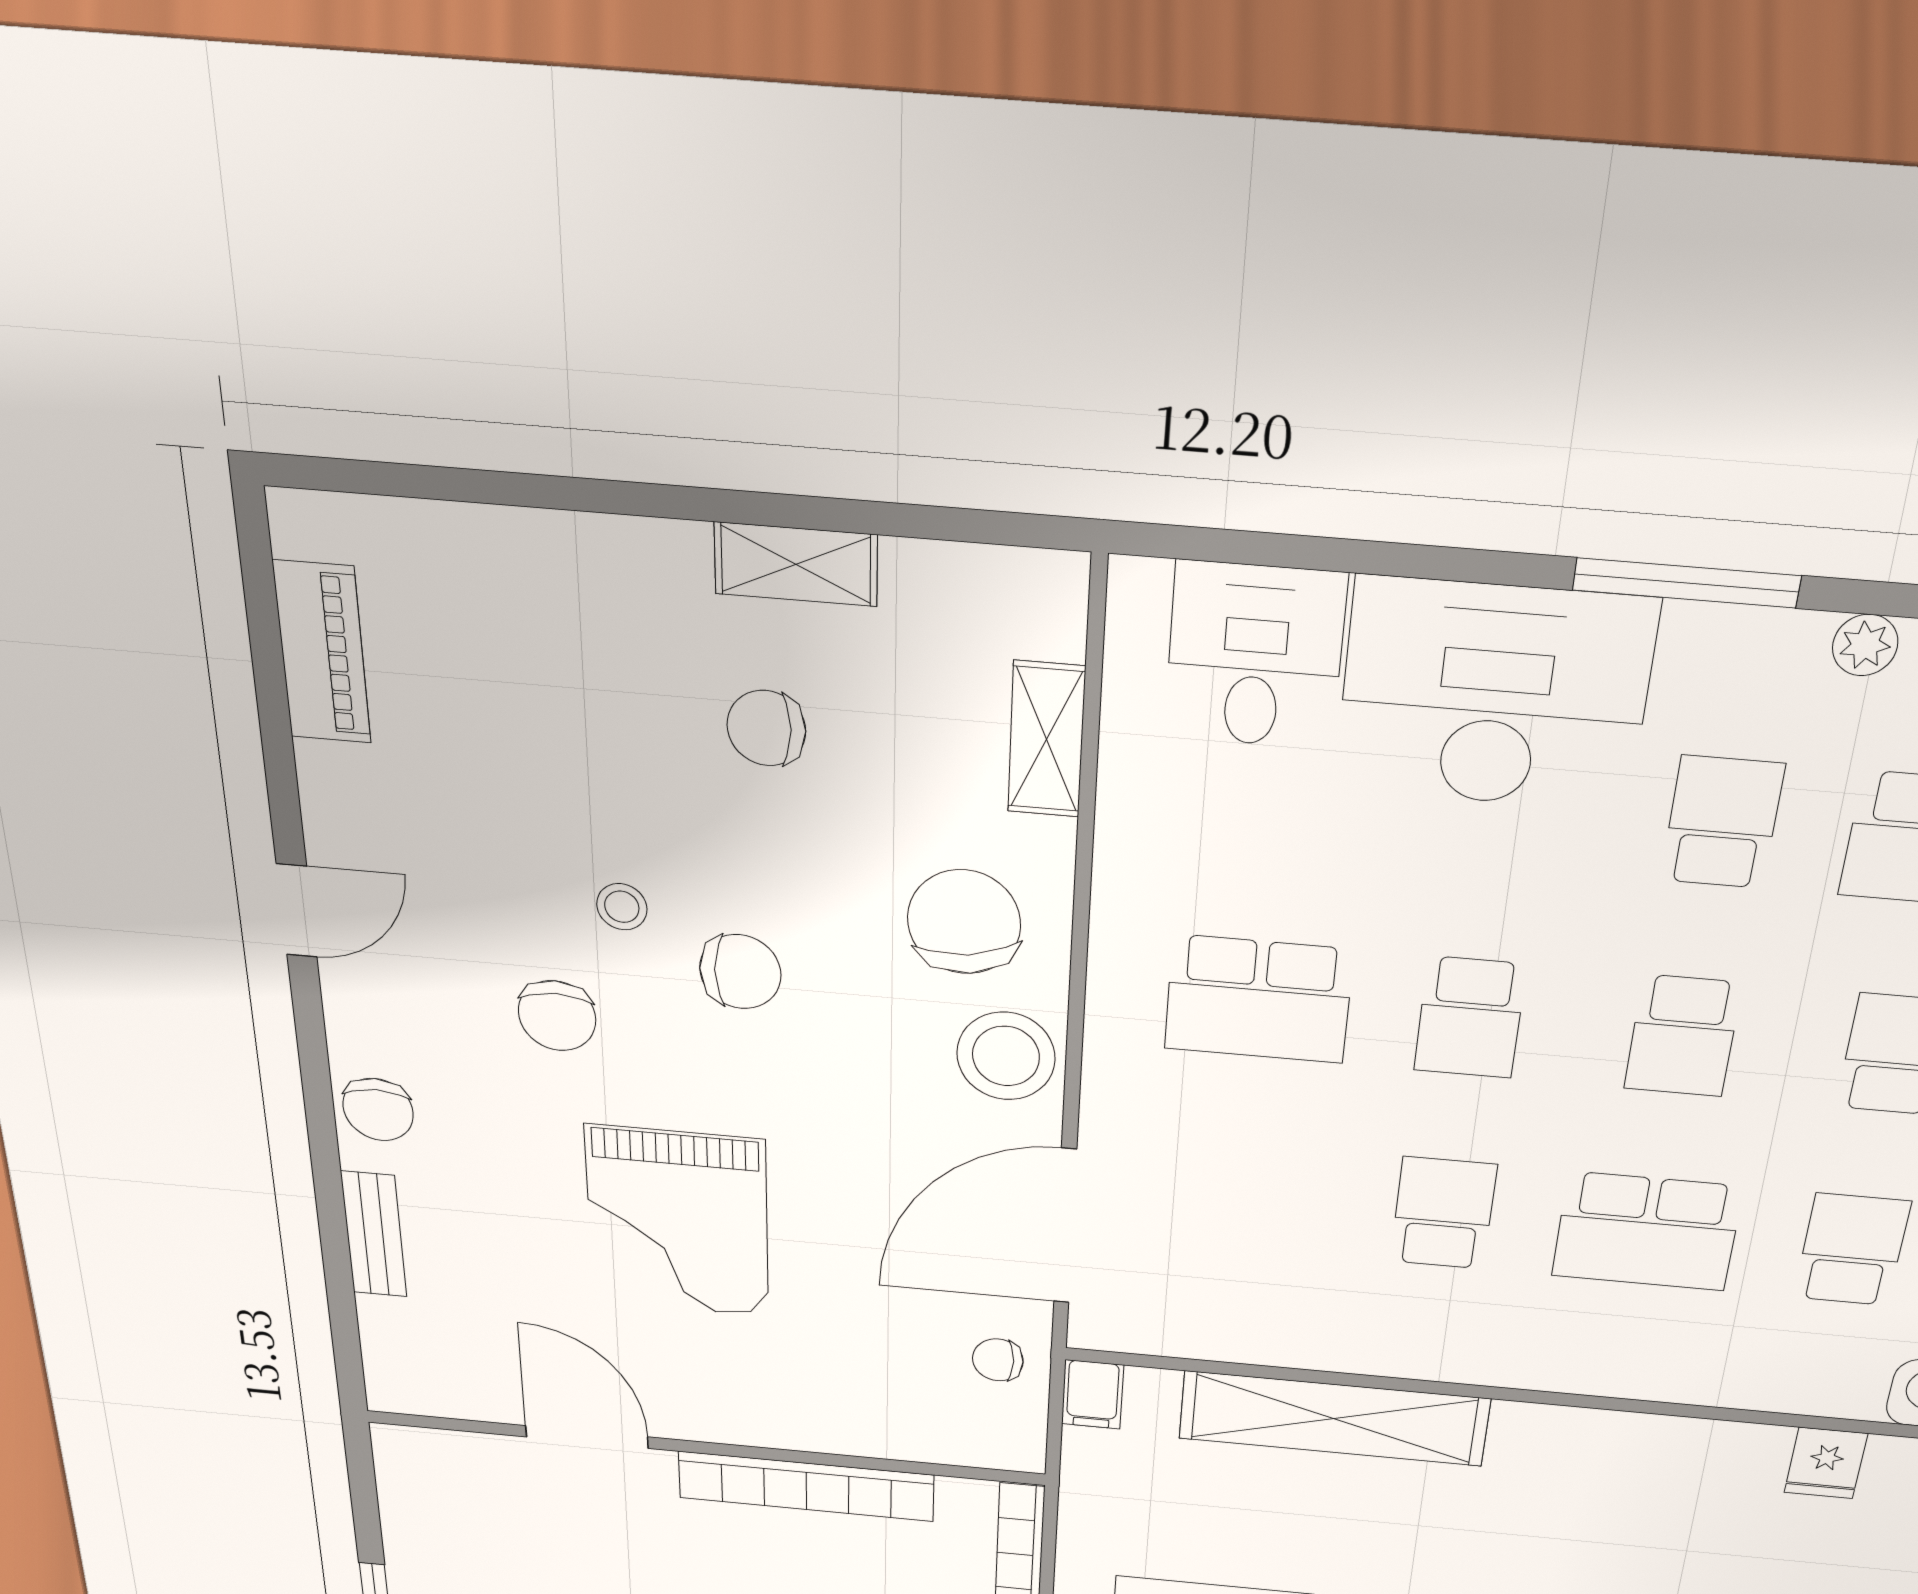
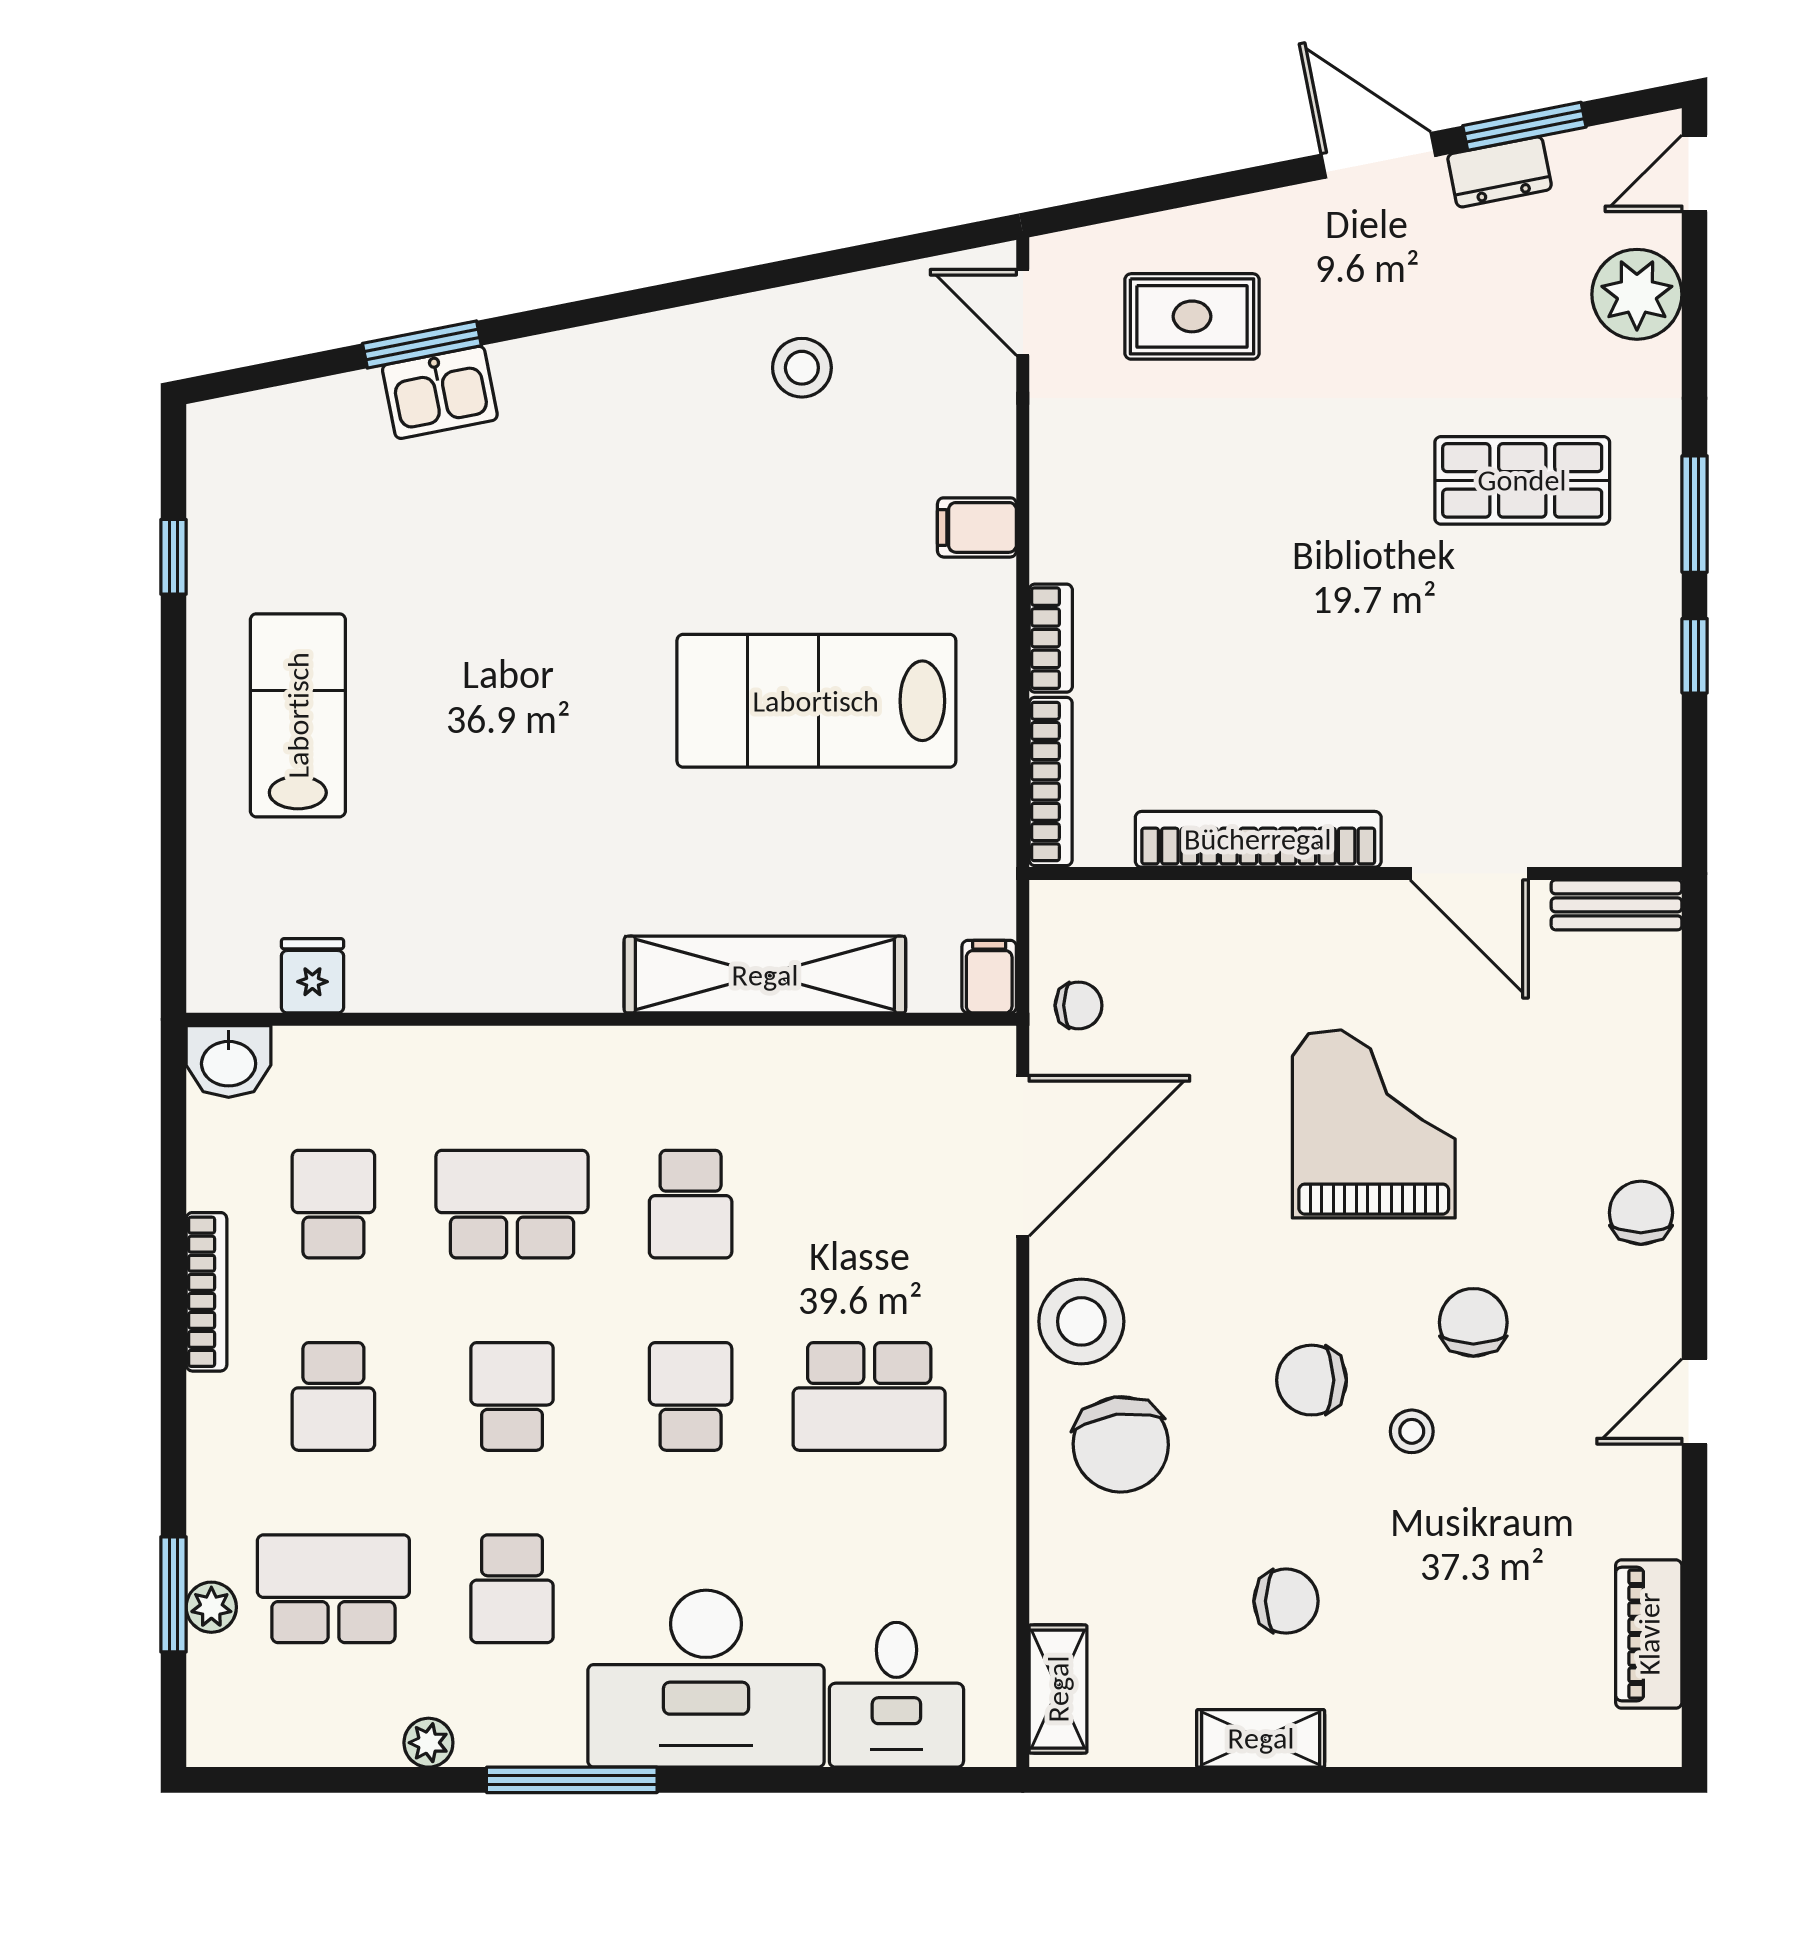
shelving: (1046, 739) -> (1058, 1689), moved
school desk: (1258, 999) -> (869, 1396), turned 180
bench: (374, 1234) -> (1617, 905), moved, turned 90
school desk: (1852, 1250) -> (333, 1204), turned 180

